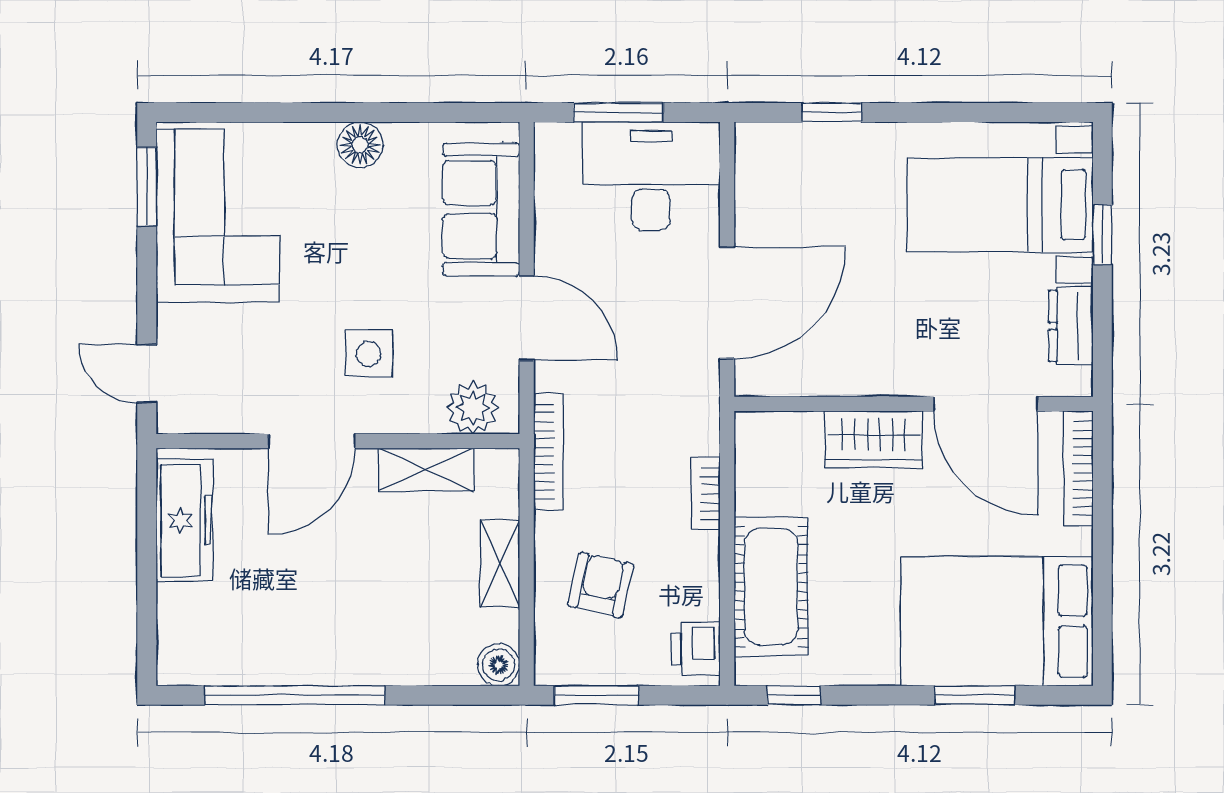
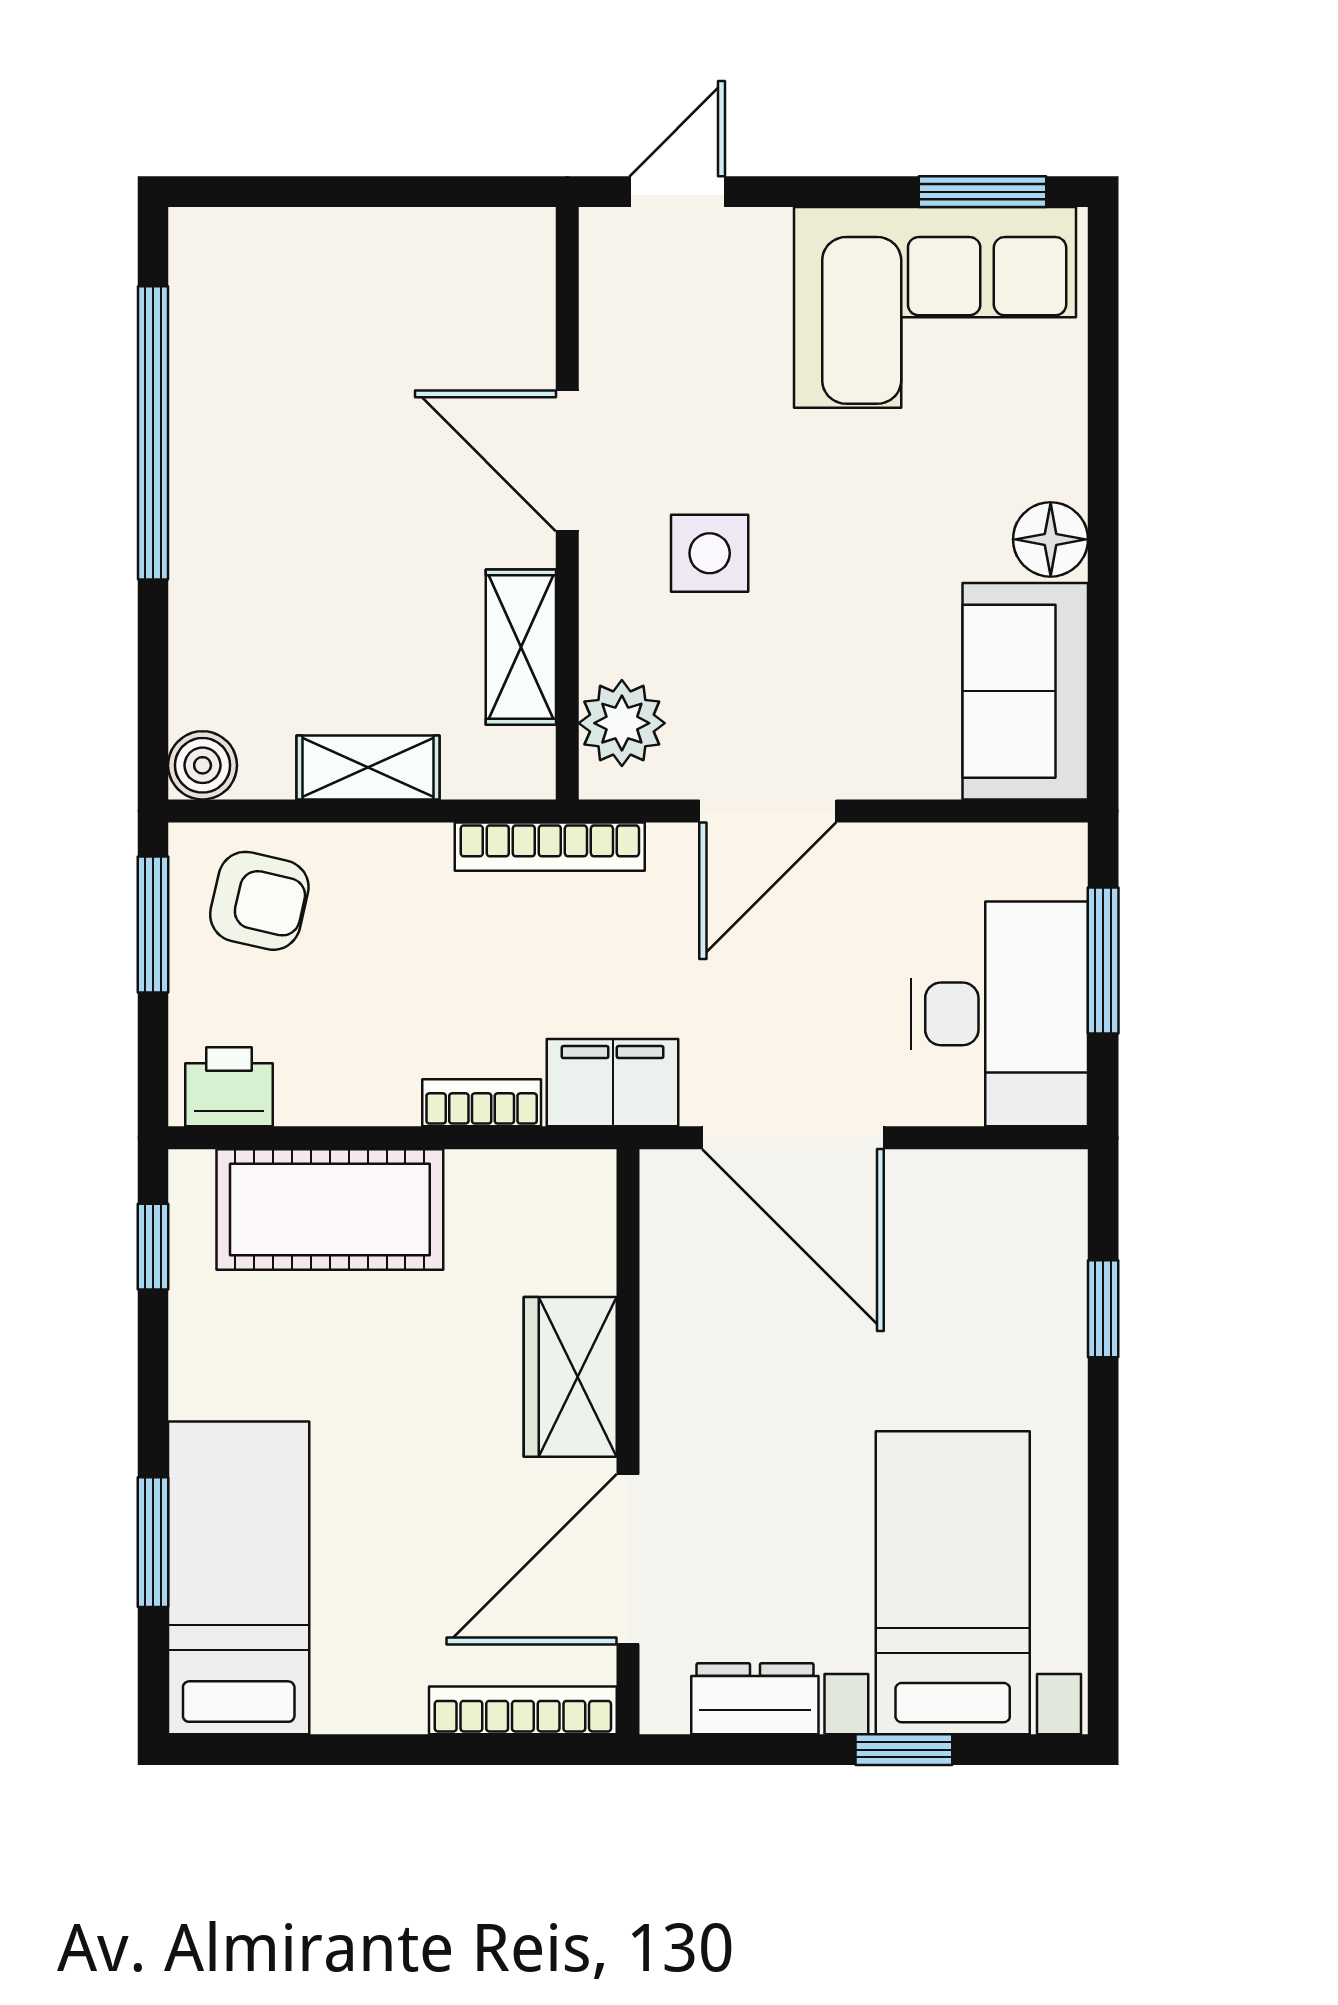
sofa: (481, 209) -> (1025, 691), moved, turned -90
filing cabinet: (693, 413) -> (613, 1083), added
freezer: (184, 521) -> (438, 253), removed
armchair: (601, 585) -> (259, 901), moved
bed: (997, 621) -> (239, 1578), width x0.67

